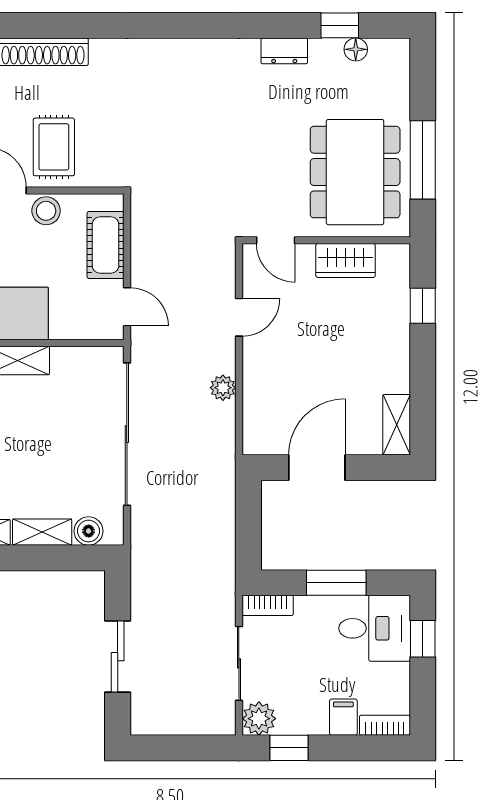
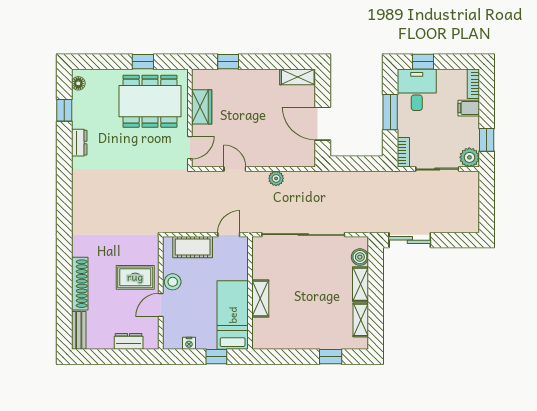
floor lamp: (356, 49) -> (78, 83), moved
window: (423, 160) -> (143, 62), width x0.46
sliding door: (118, 657) -> (410, 240), moved

